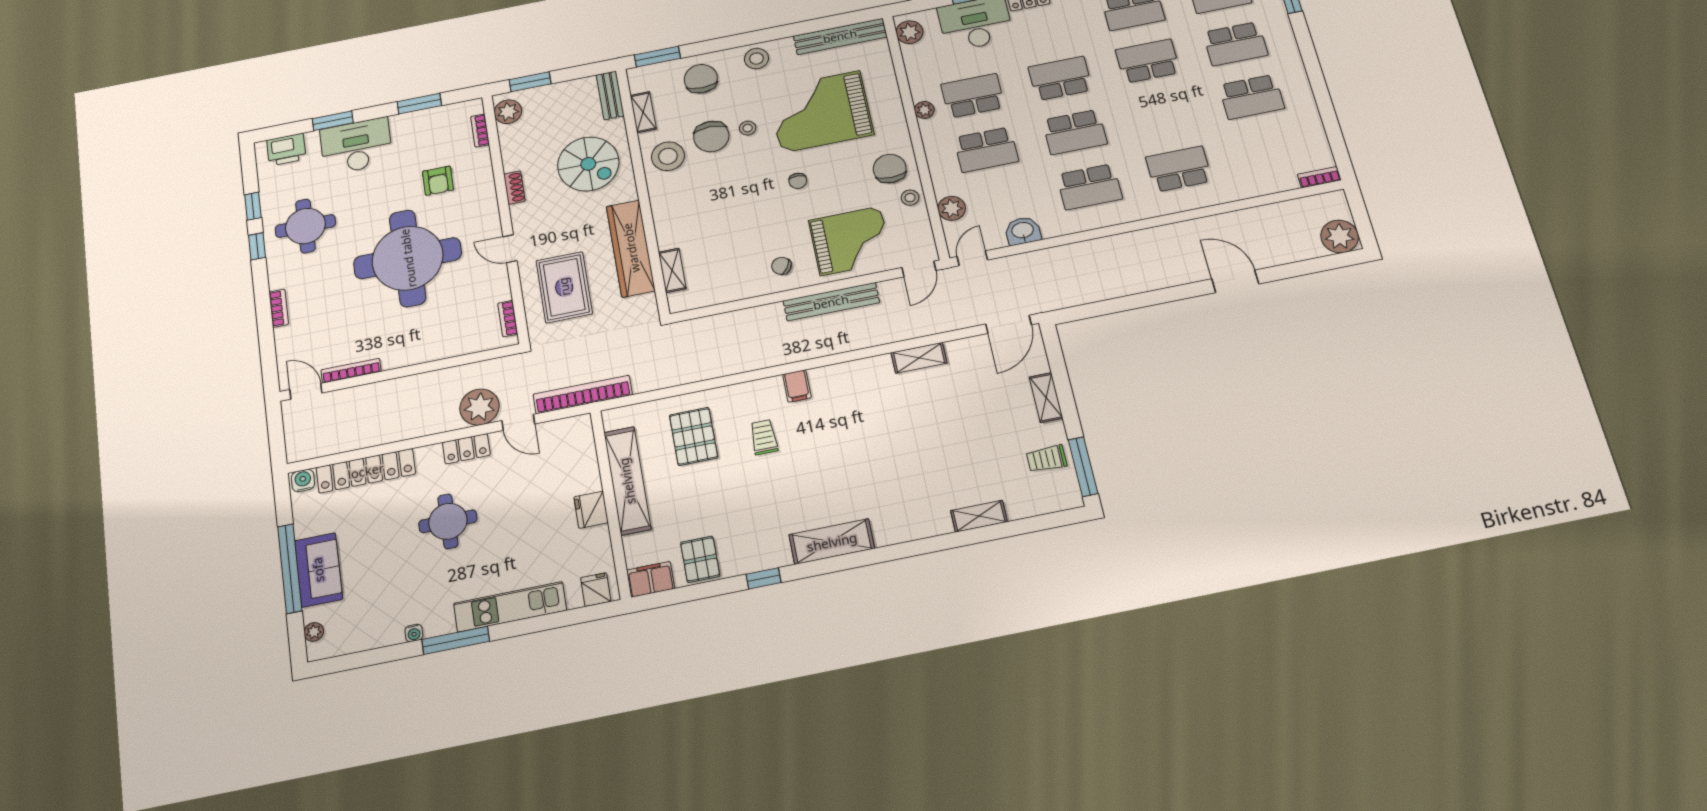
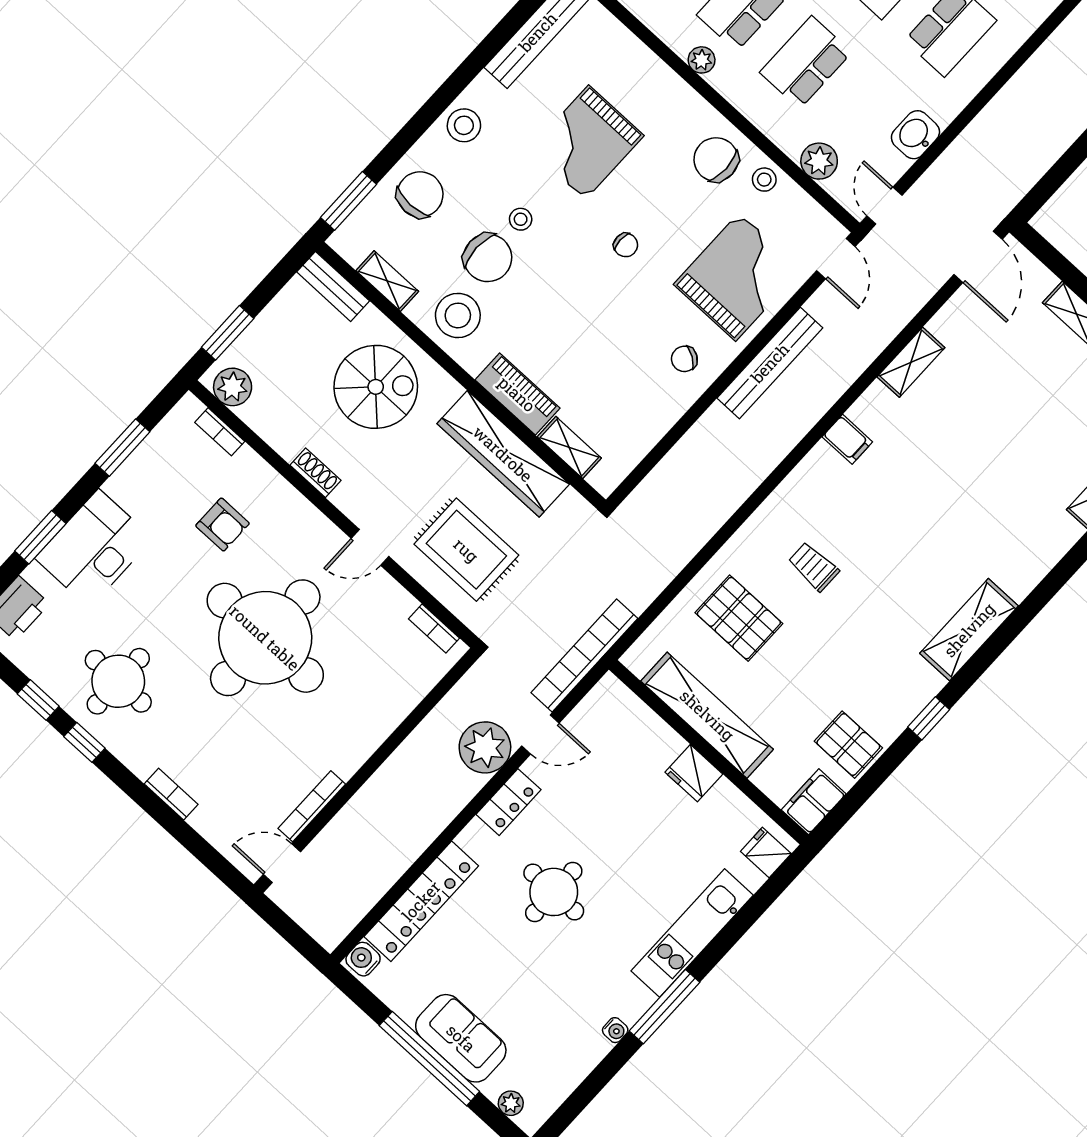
chair: (701, 79) -> (420, 194), turned 90
grand piano: (821, 112) -> (587, 142), width x0.73, depth x0.68
school desk: (986, 150) -> (806, 62), turned 180
piano: (667, 221) -> (517, 394), added
filing cabinet: (797, 386) -> (847, 439), moved

